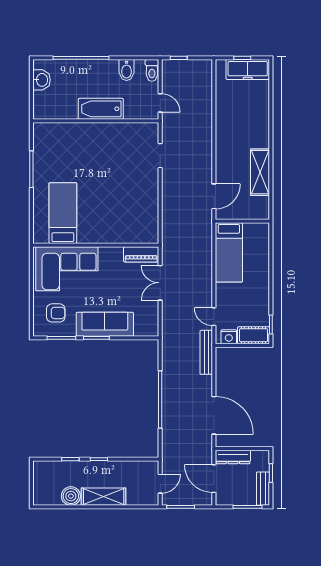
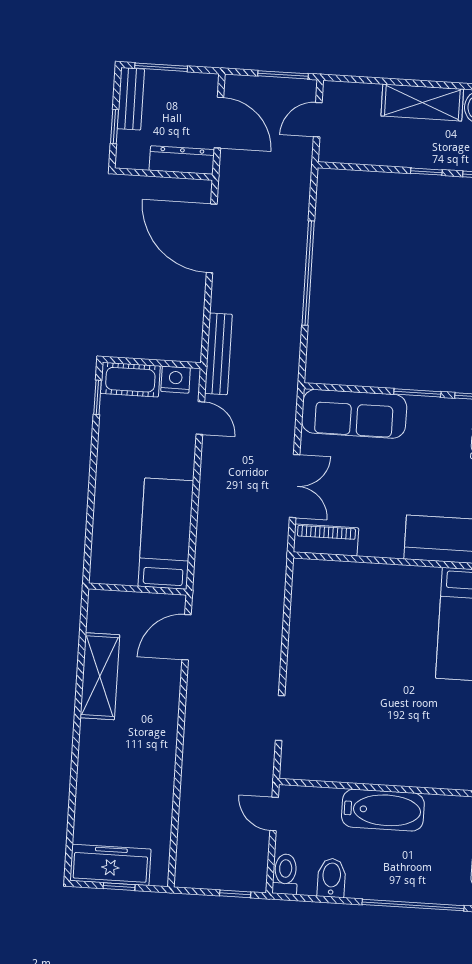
sofa: (105, 324) -> (354, 414), moved

